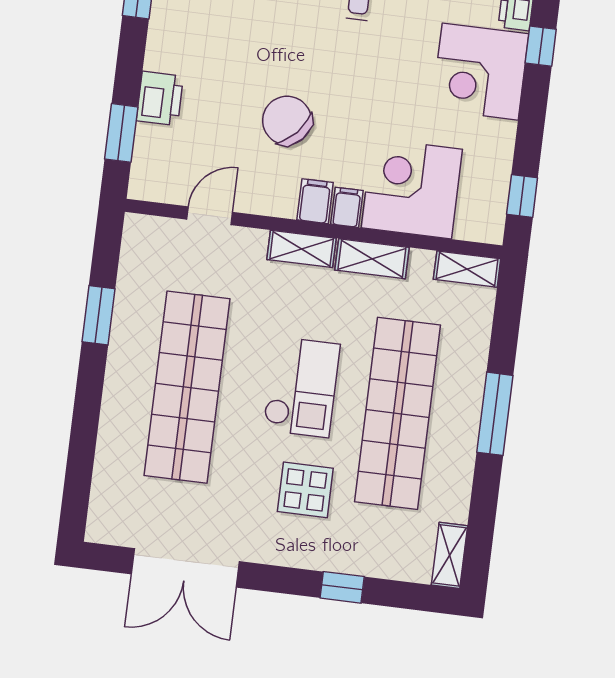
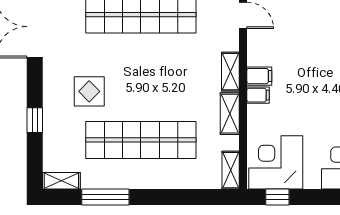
chair: (287, 120) -> (305, 54), removed
corner desk: (412, 188) -> (276, 162), moved, turned -90
checkout: (301, 387) -> (149, 82), removed
window: (495, 414) -> (105, 197), moved

